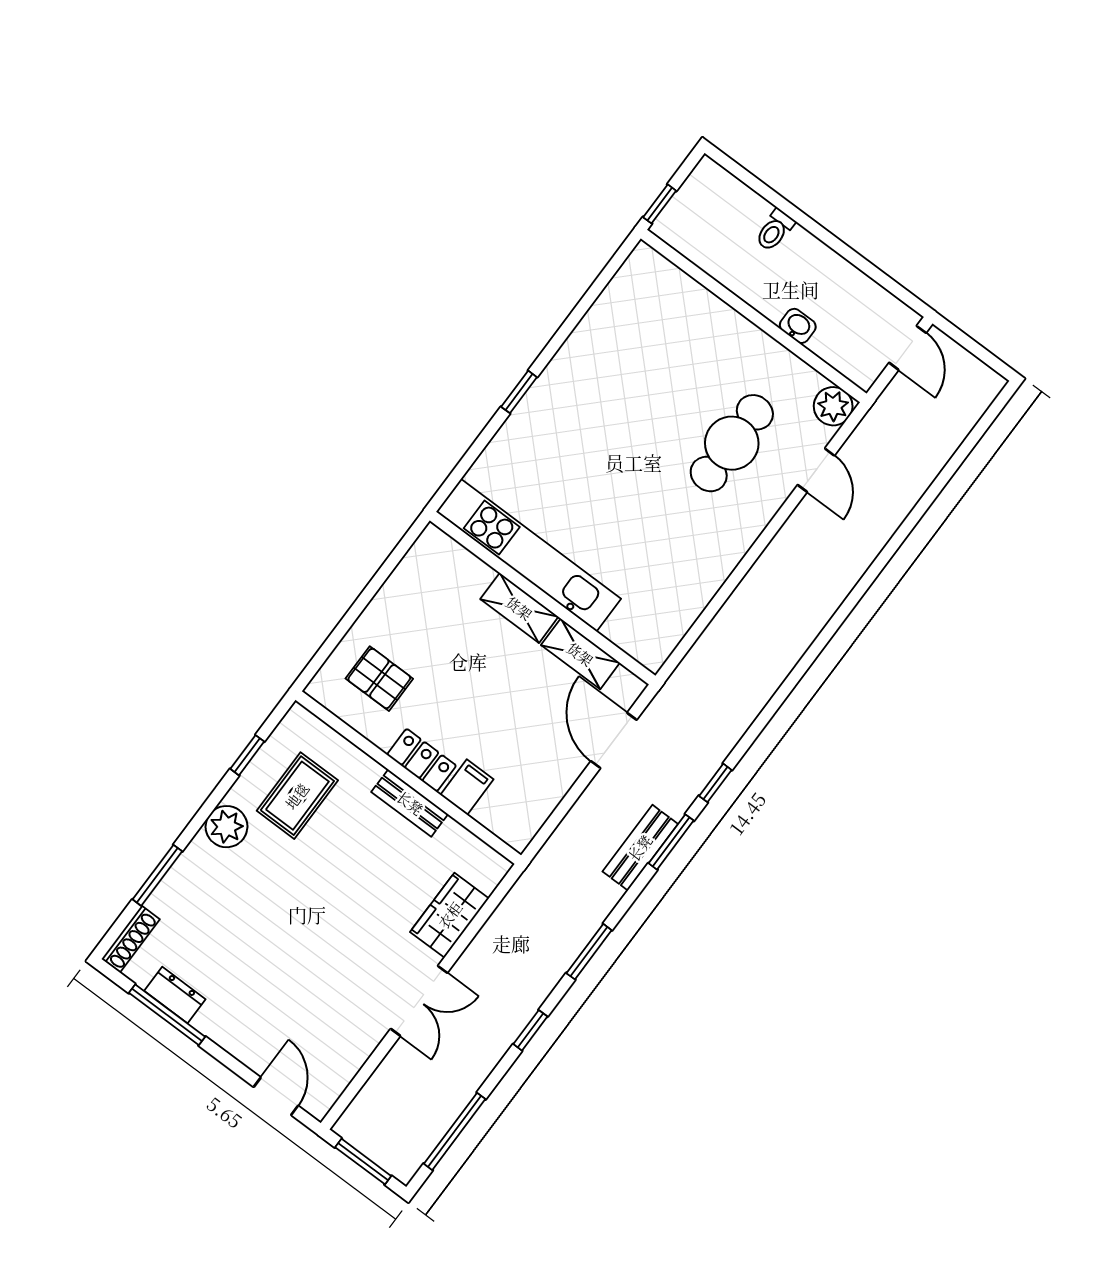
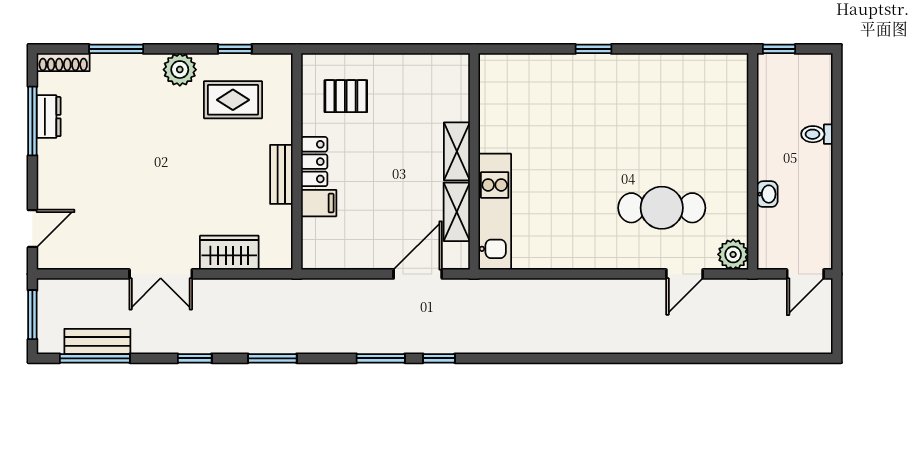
kitchen unit: (529, 555) -> (495, 212), moved, width x0.73
pallet: (379, 679) -> (346, 96), turned 90
bench: (640, 848) -> (97, 341), moved

